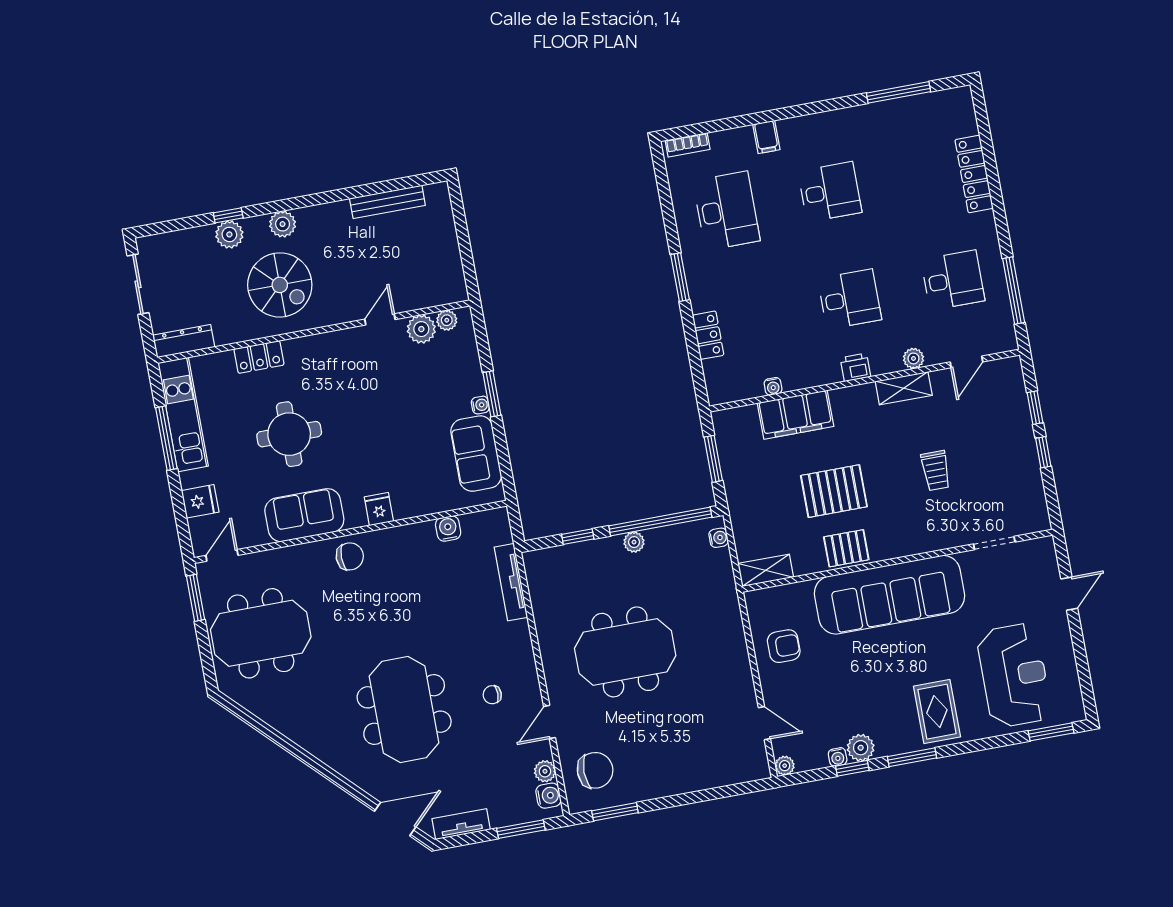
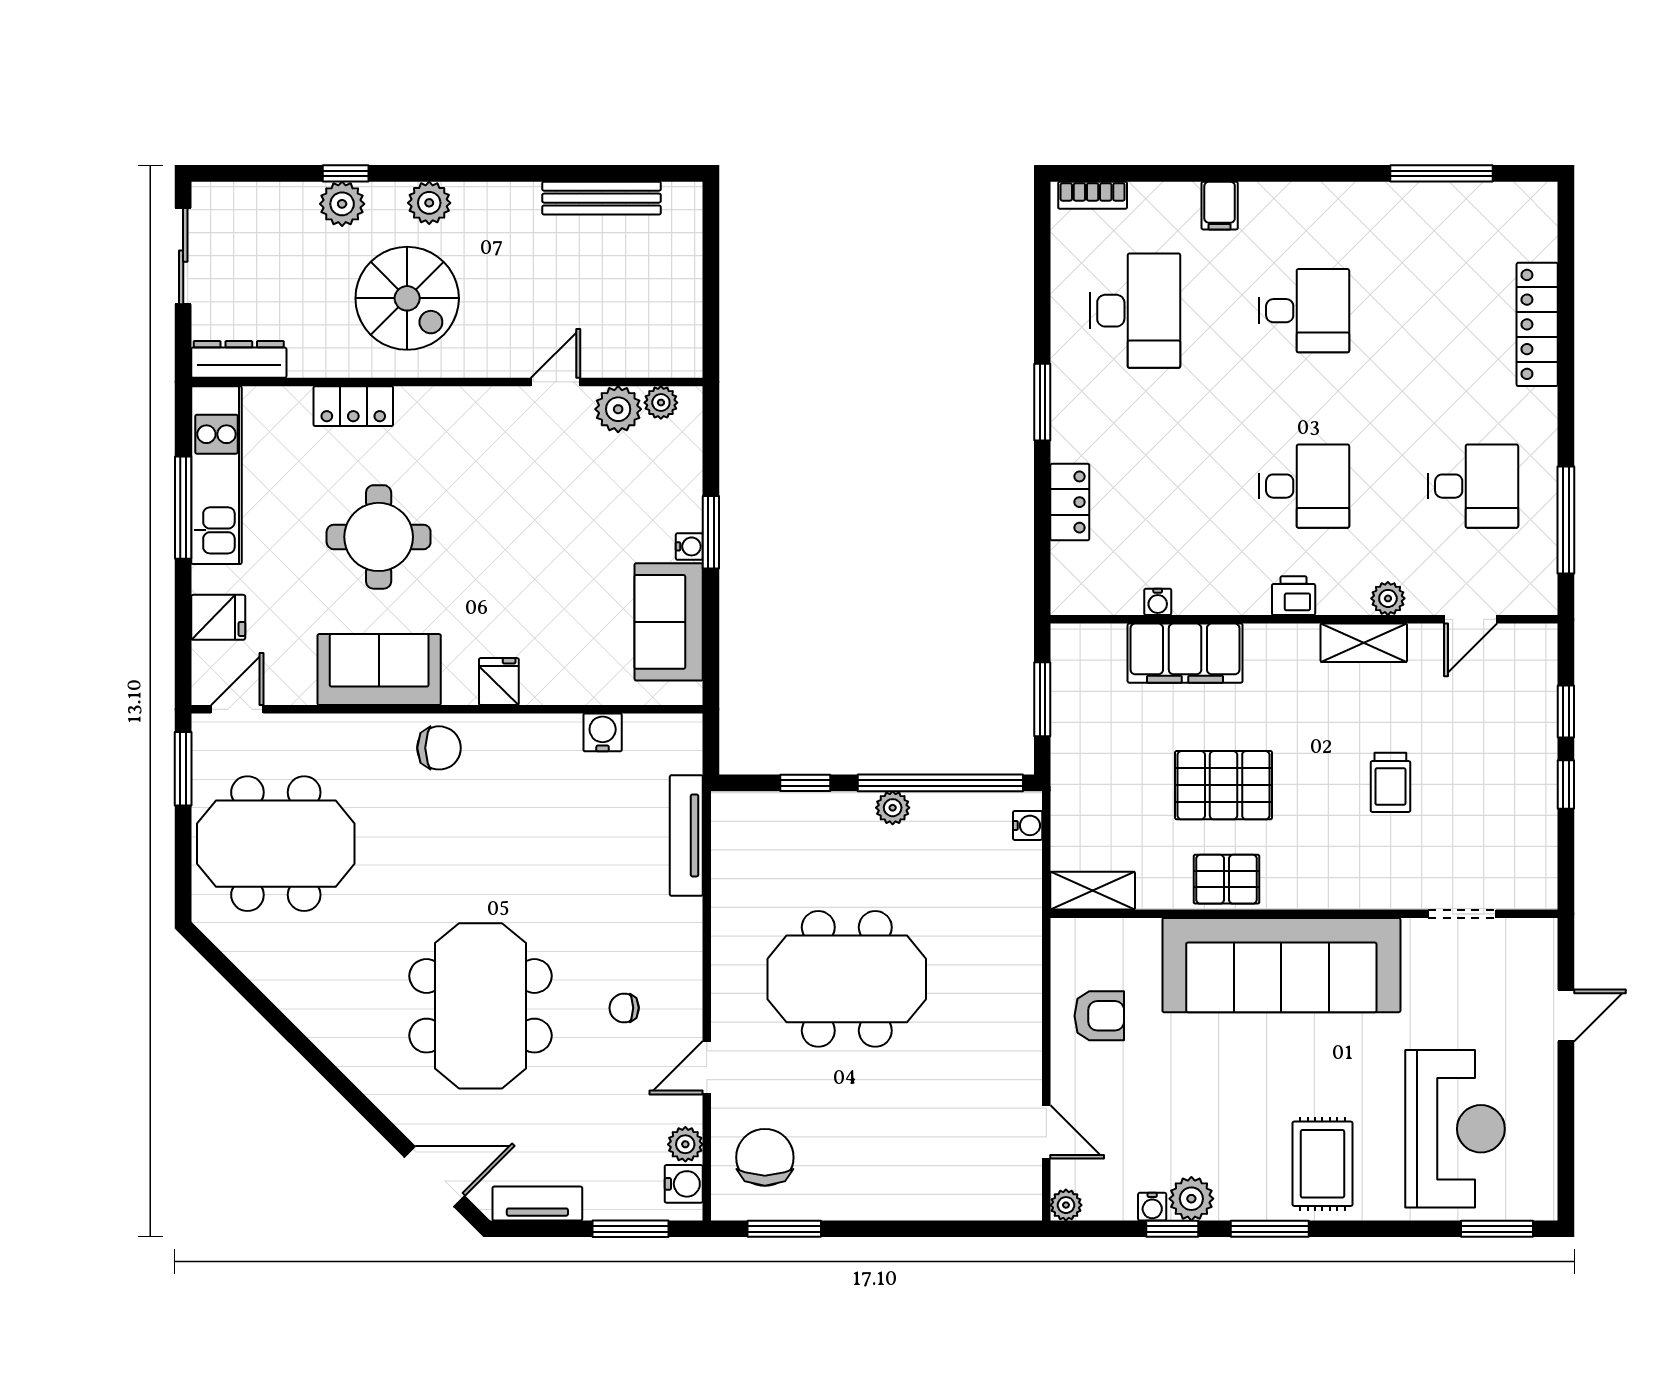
chair: (595, 770) -> (765, 1157), turned -90

